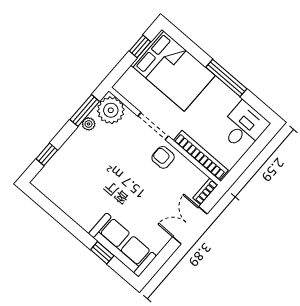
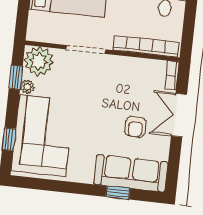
window: (85, 111) -> (16, 77), width x0.67
armchair: (163, 157) -> (135, 127), moved, turned -90
corner sofa: (74, 169) -> (42, 136), added

